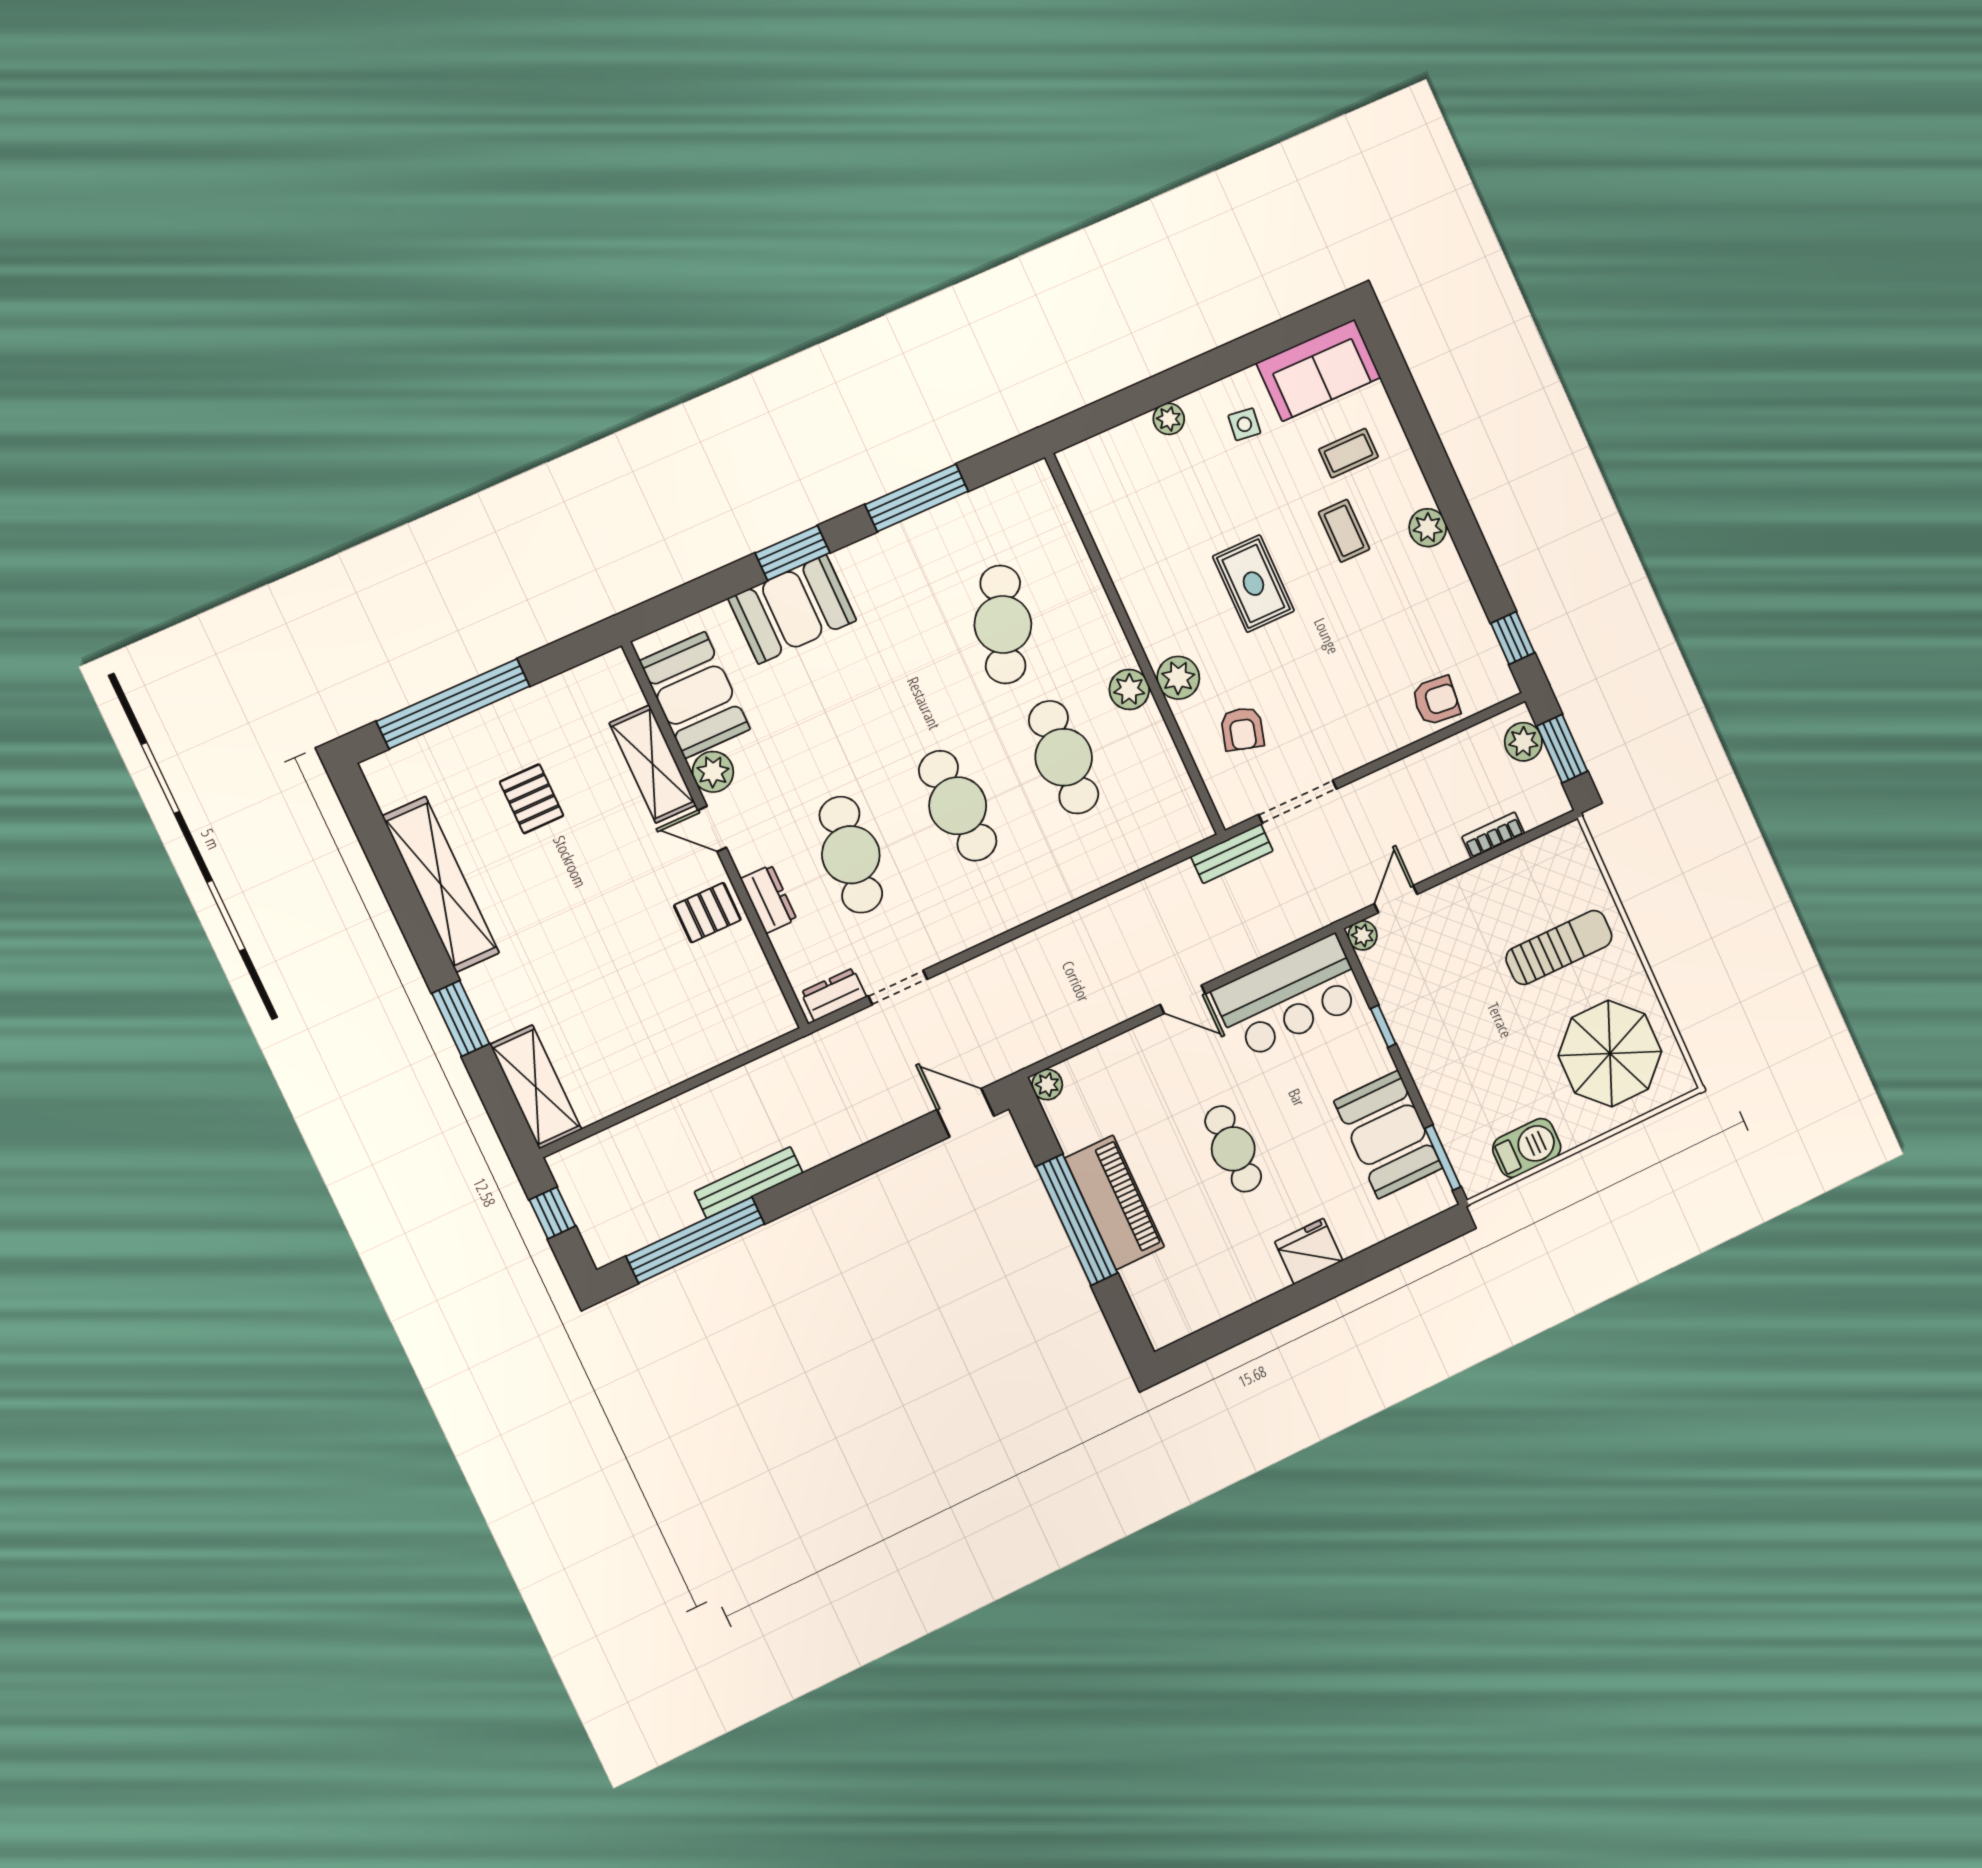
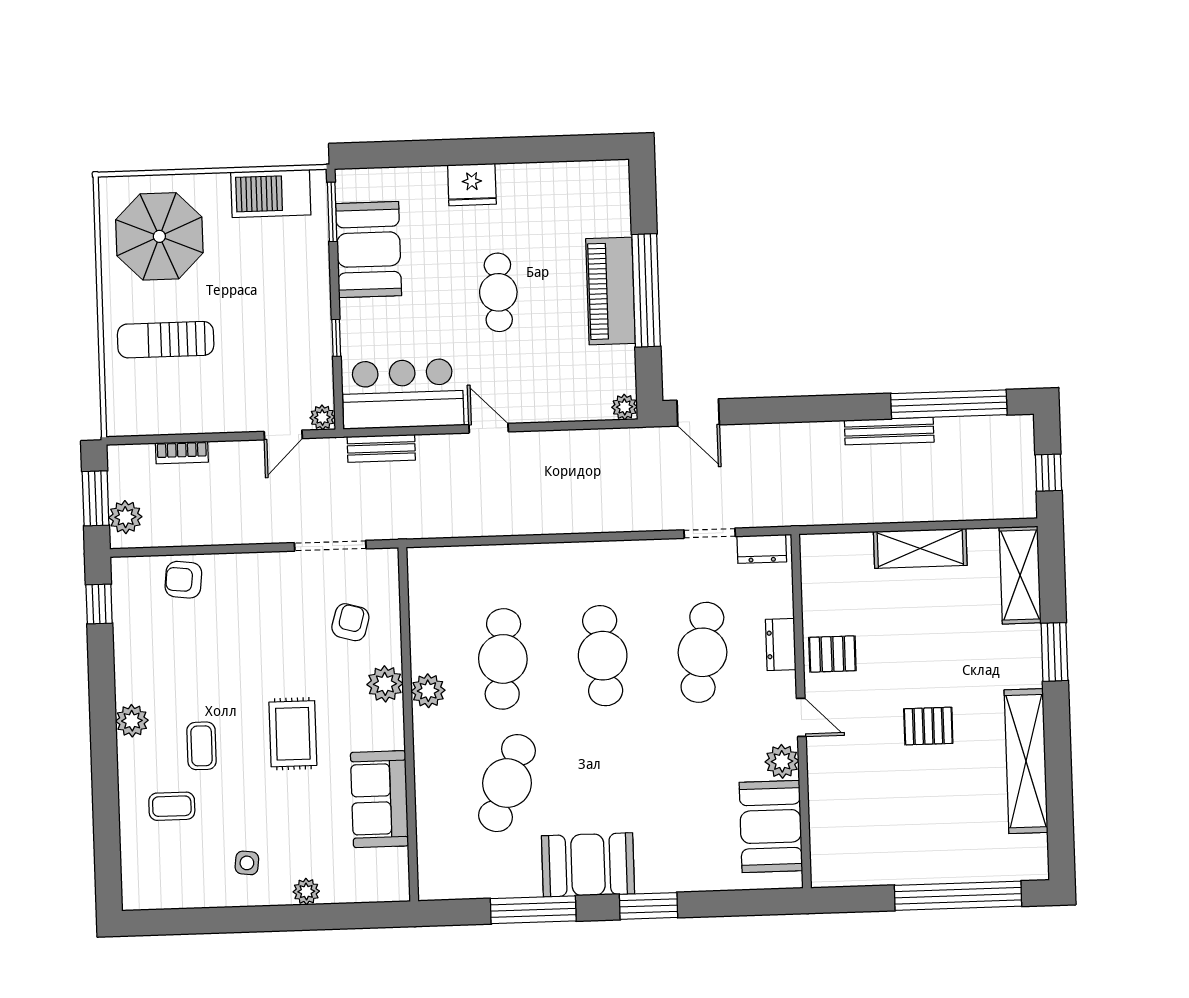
sofa: (1319, 370) -> (379, 799), moved, turned -90
booth: (792, 609) -> (588, 865), moved
shelving: (653, 764) -> (920, 548), moved, turned 90
pallet: (532, 799) -> (928, 726), moved, turned 90
bench: (1232, 854) -> (381, 448), moved
barbecue: (1527, 1148) -> (271, 193), width x1.37, depth x1.21

